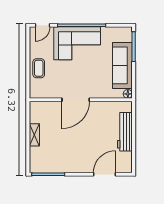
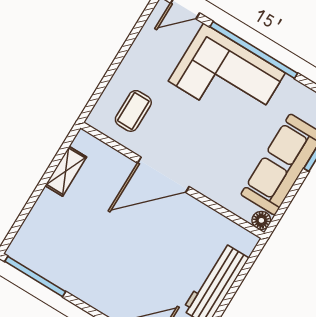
coffee table: (39, 68) -> (133, 111), moved
shelving: (34, 135) -> (66, 171), moved

